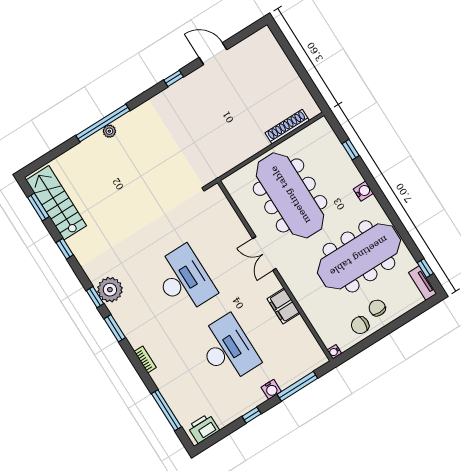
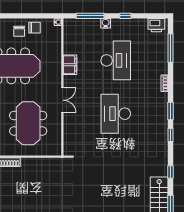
meeting table: (290, 195) -> (28, 123), width x0.73
plant: (110, 290) -> (160, 134), removed
desk: (228, 349) -> (116, 60), turned 180

